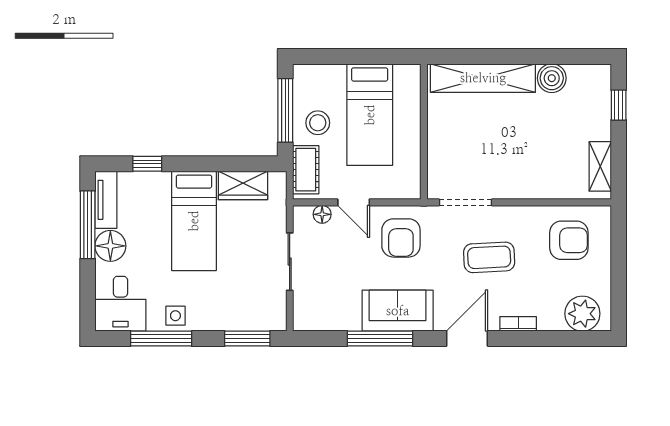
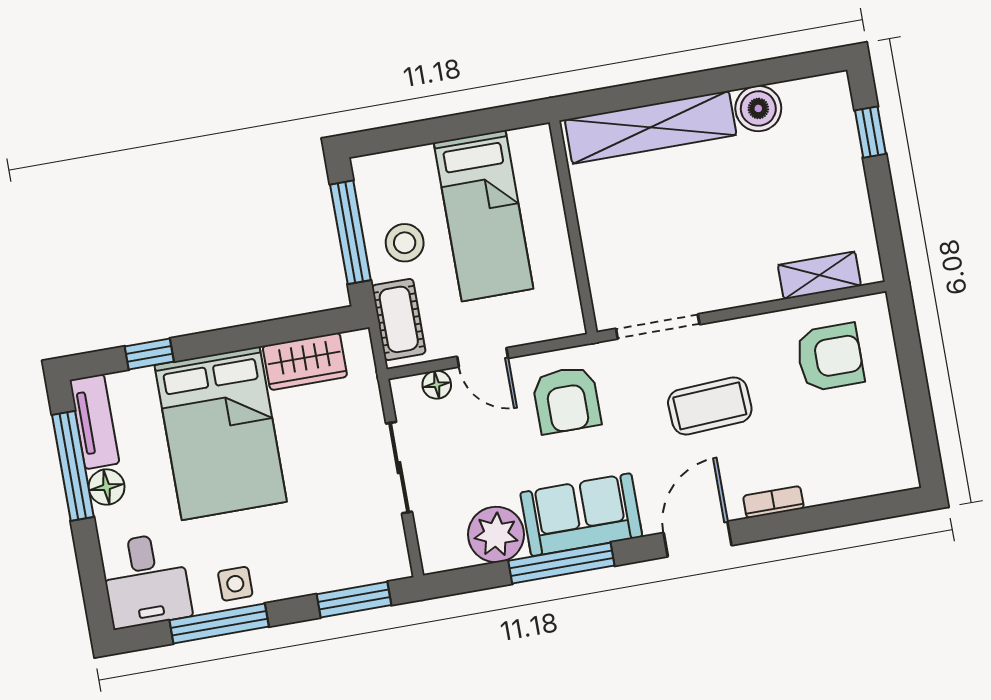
shelving: (600, 166) -> (819, 275), moved, turned 90
bed: (194, 221) -> (221, 433), width x1.50
floor lamp: (110, 246) -> (107, 487), width x0.73, depth x0.73
plant: (582, 314) -> (496, 534), moved

